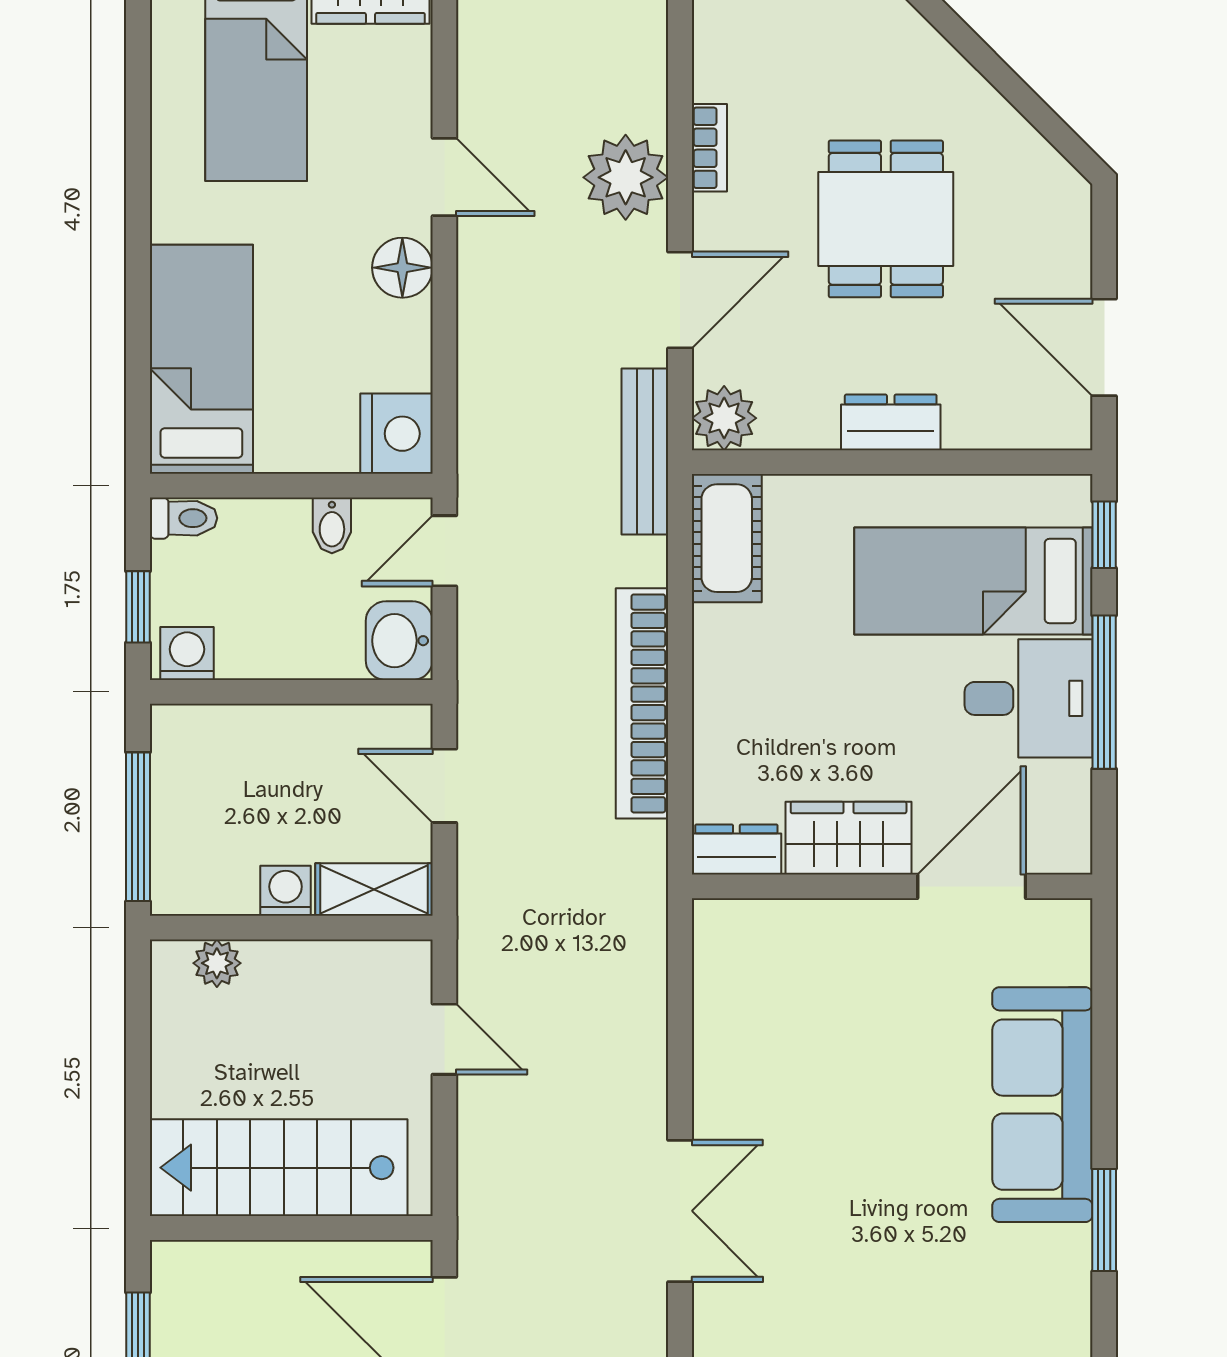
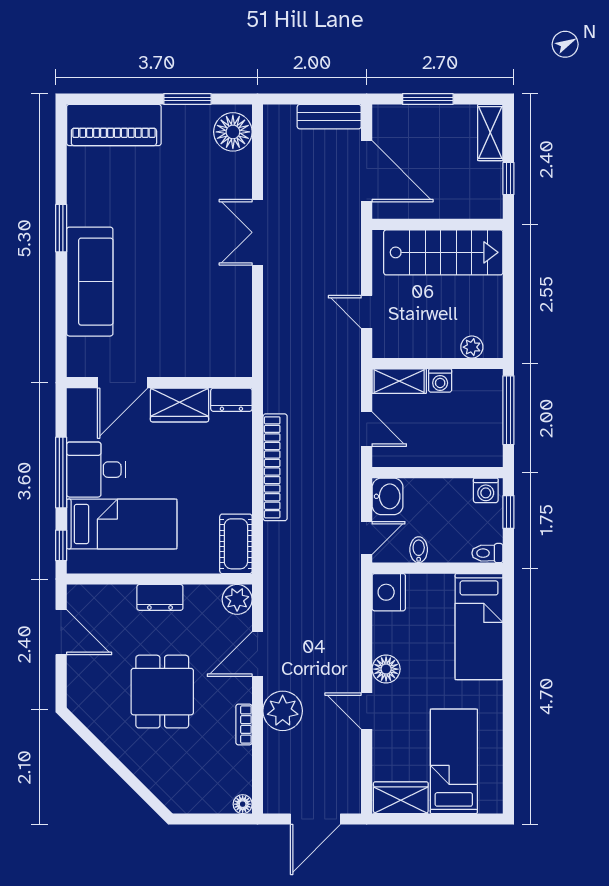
bench: (645, 452) -> (274, 584), removed

